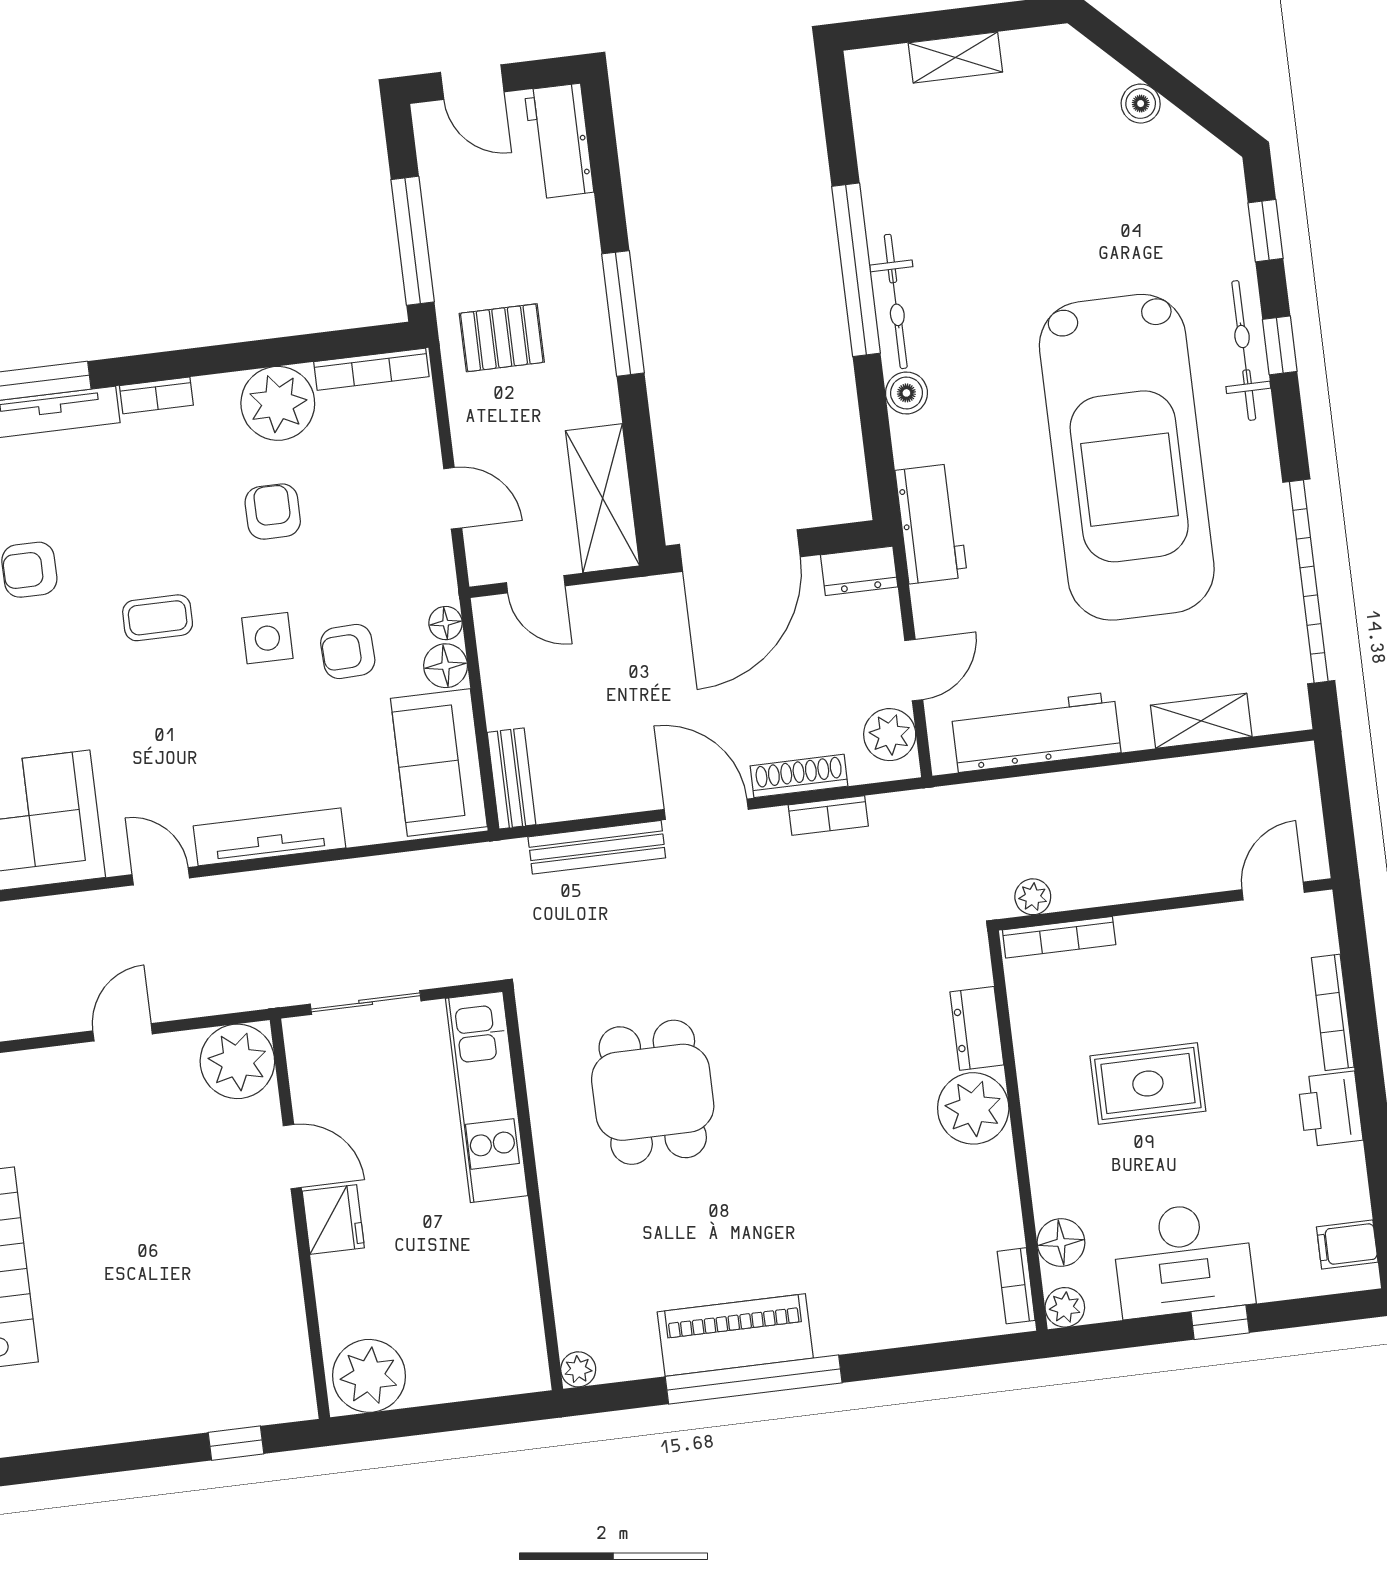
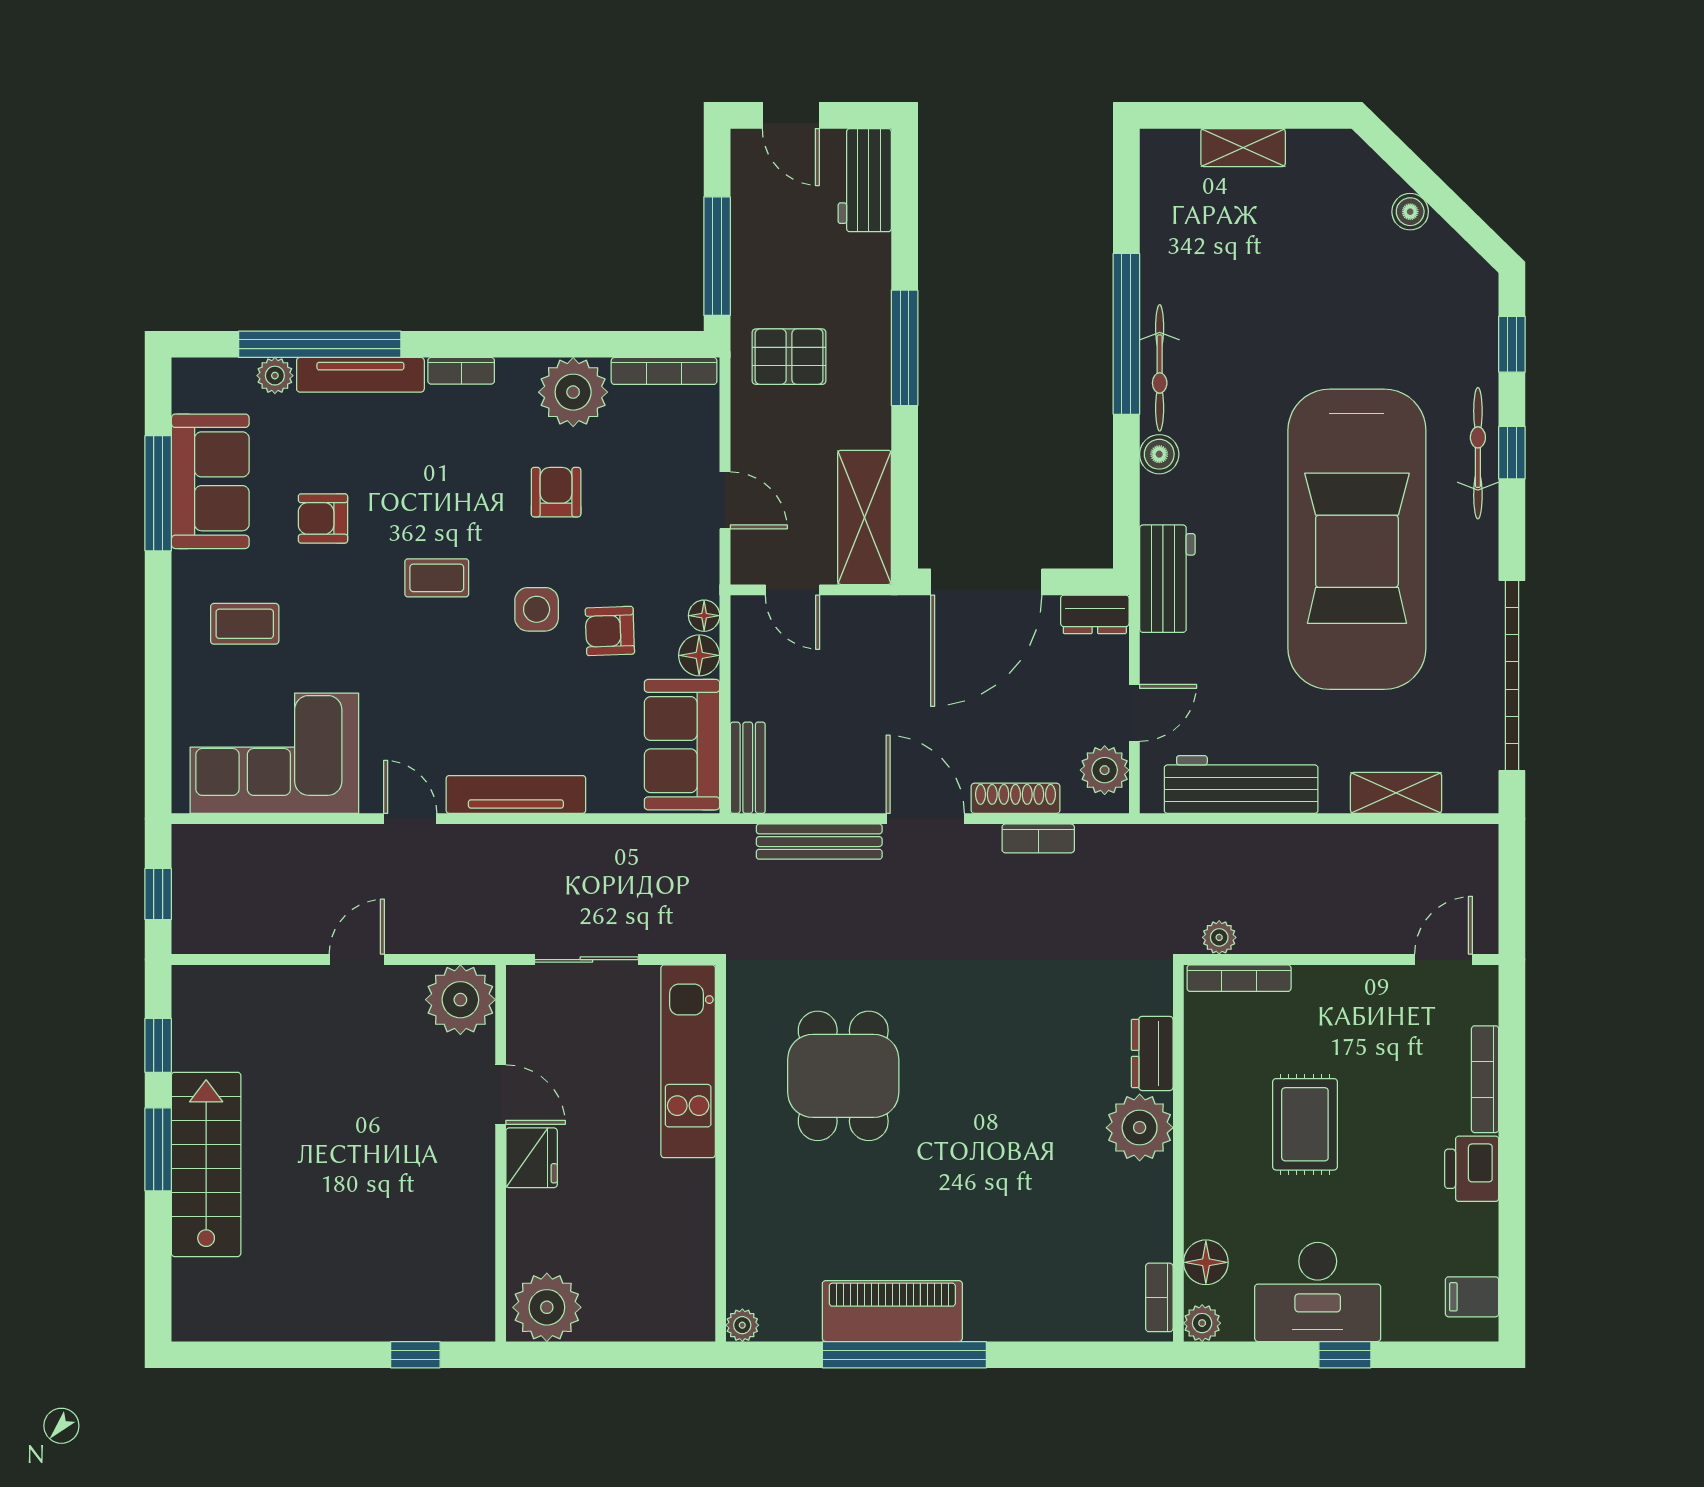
rug: (1148, 1084) -> (1305, 1124), turned 90

